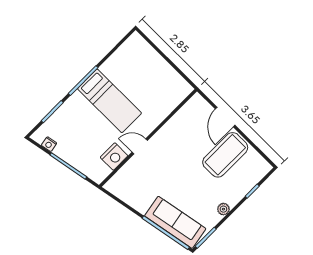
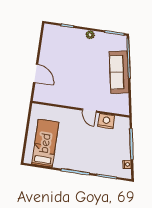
bed: (110, 101) -> (45, 143), moved
door: (225, 117) -> (36, 73), hinge flipped
coffee table: (225, 155) -> (58, 57), removed
sofa: (175, 222) -> (119, 72), moved

